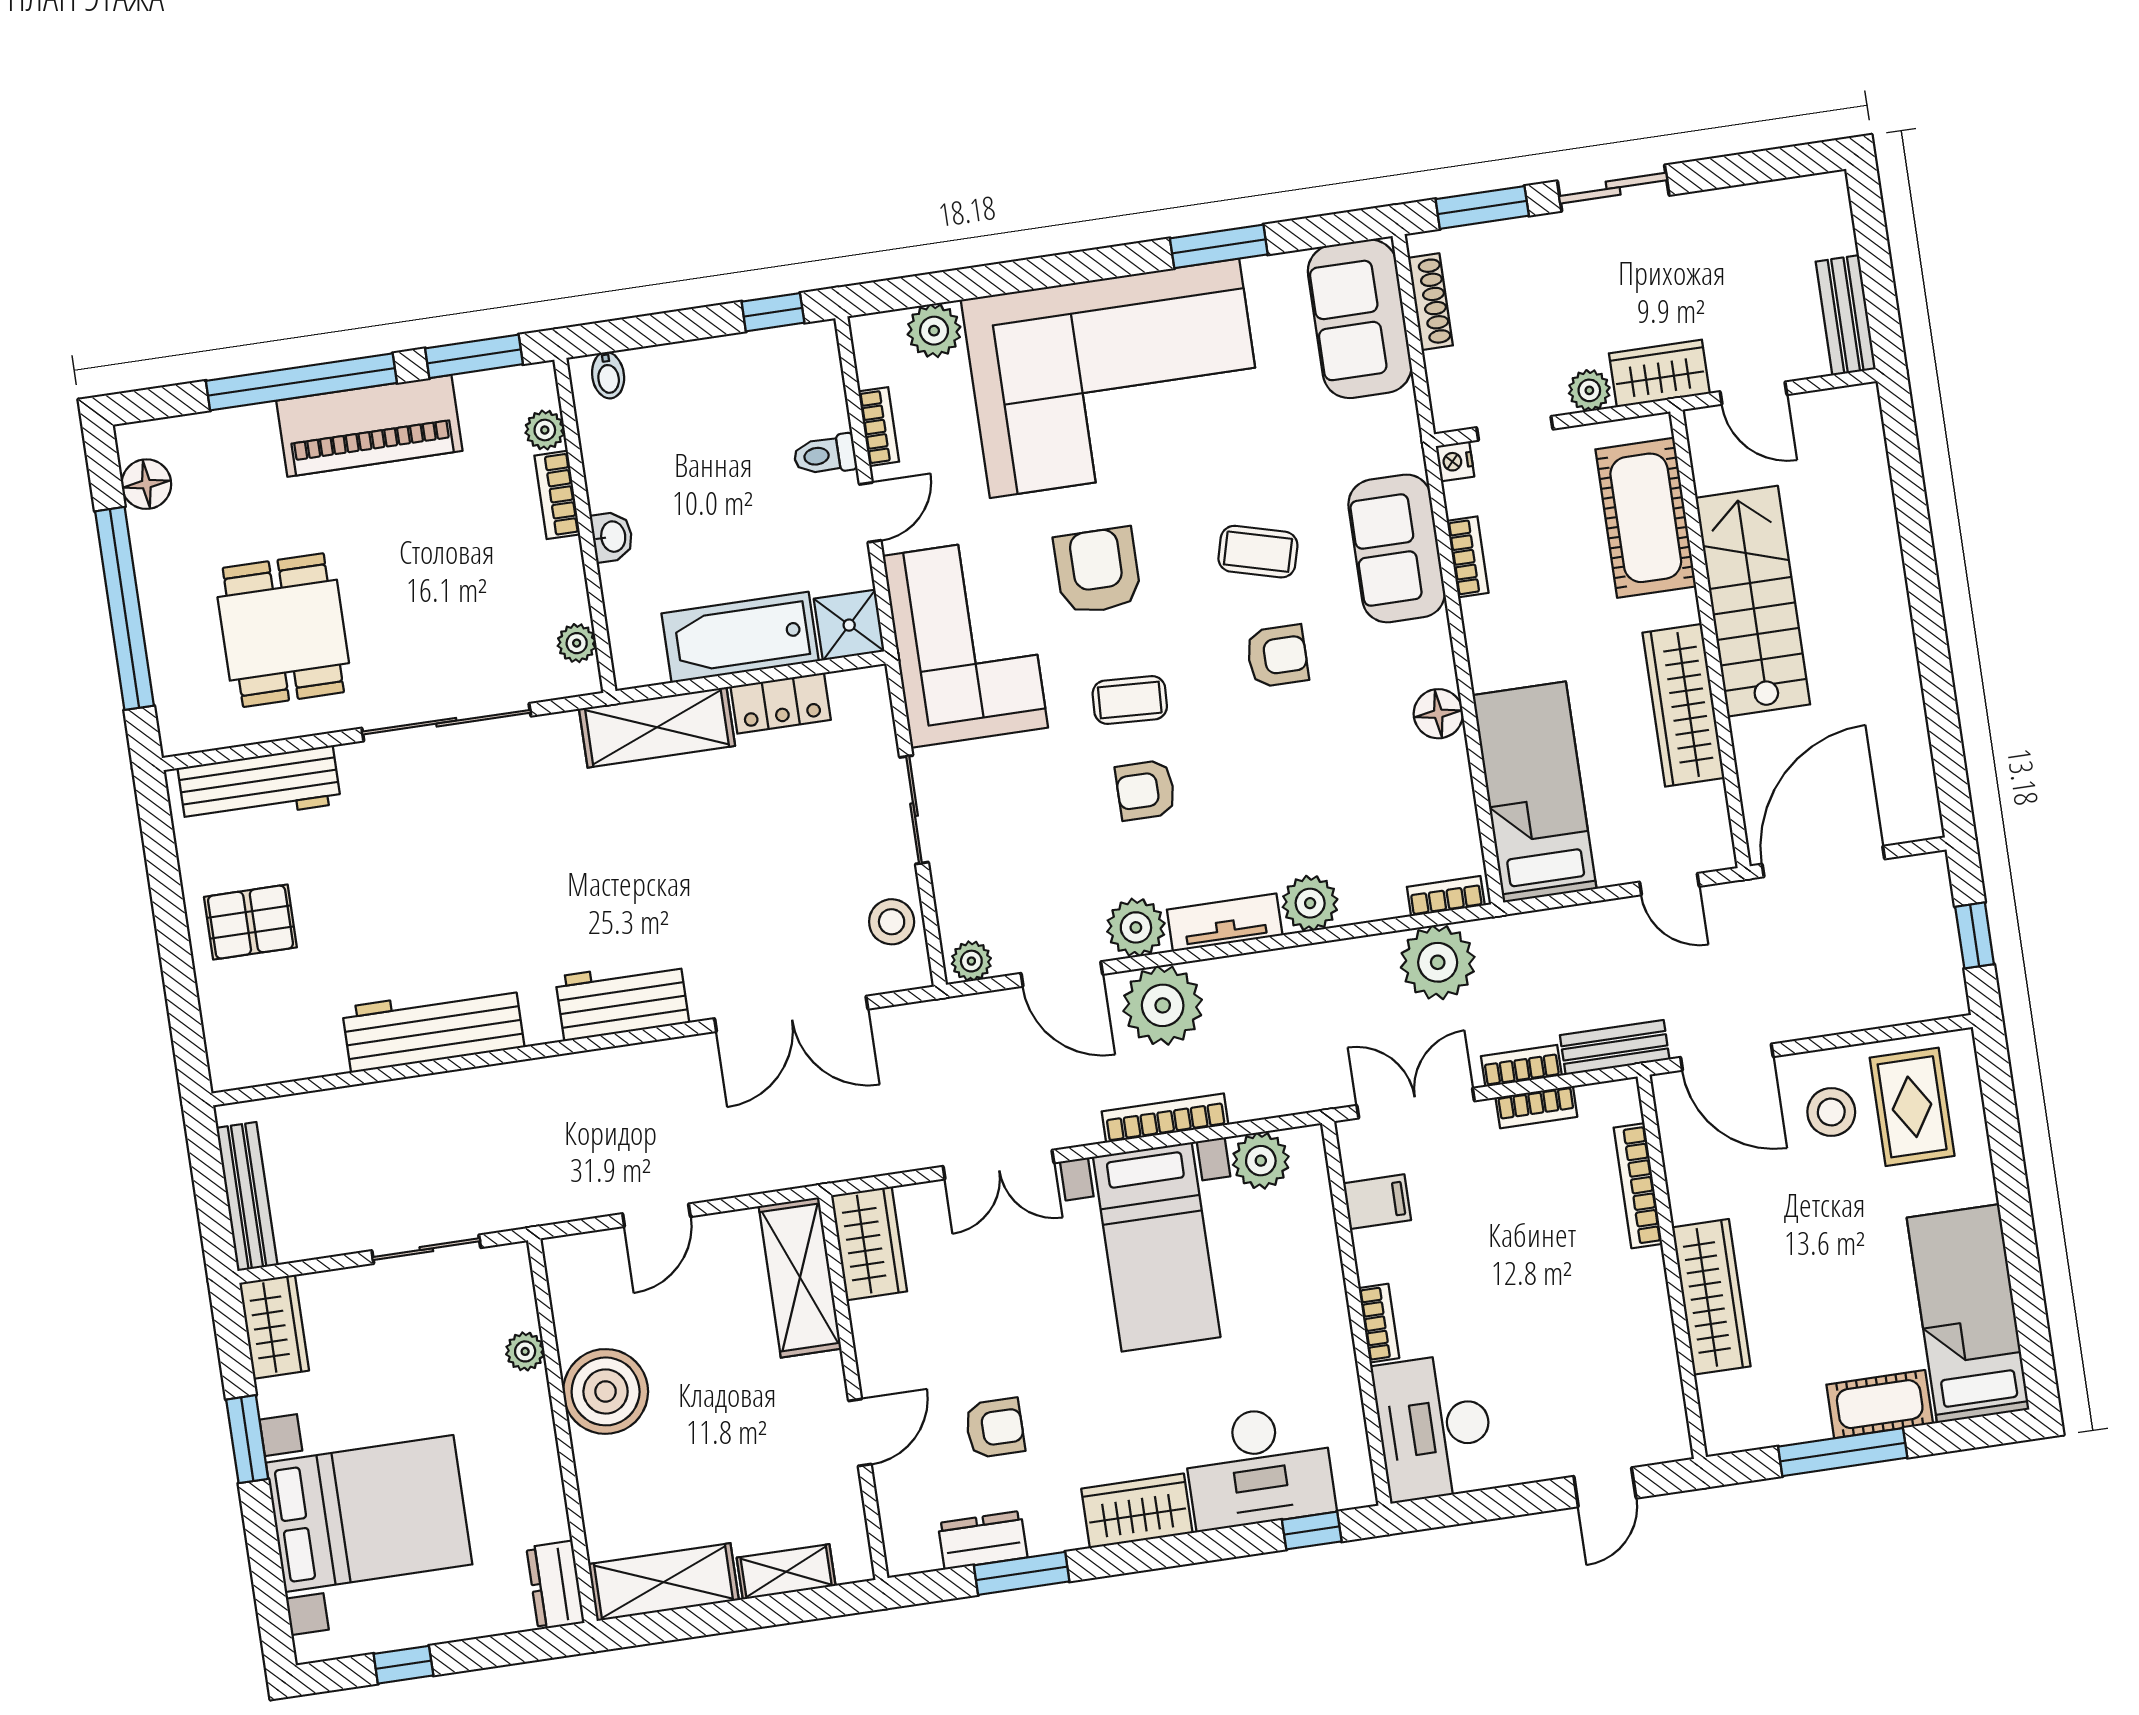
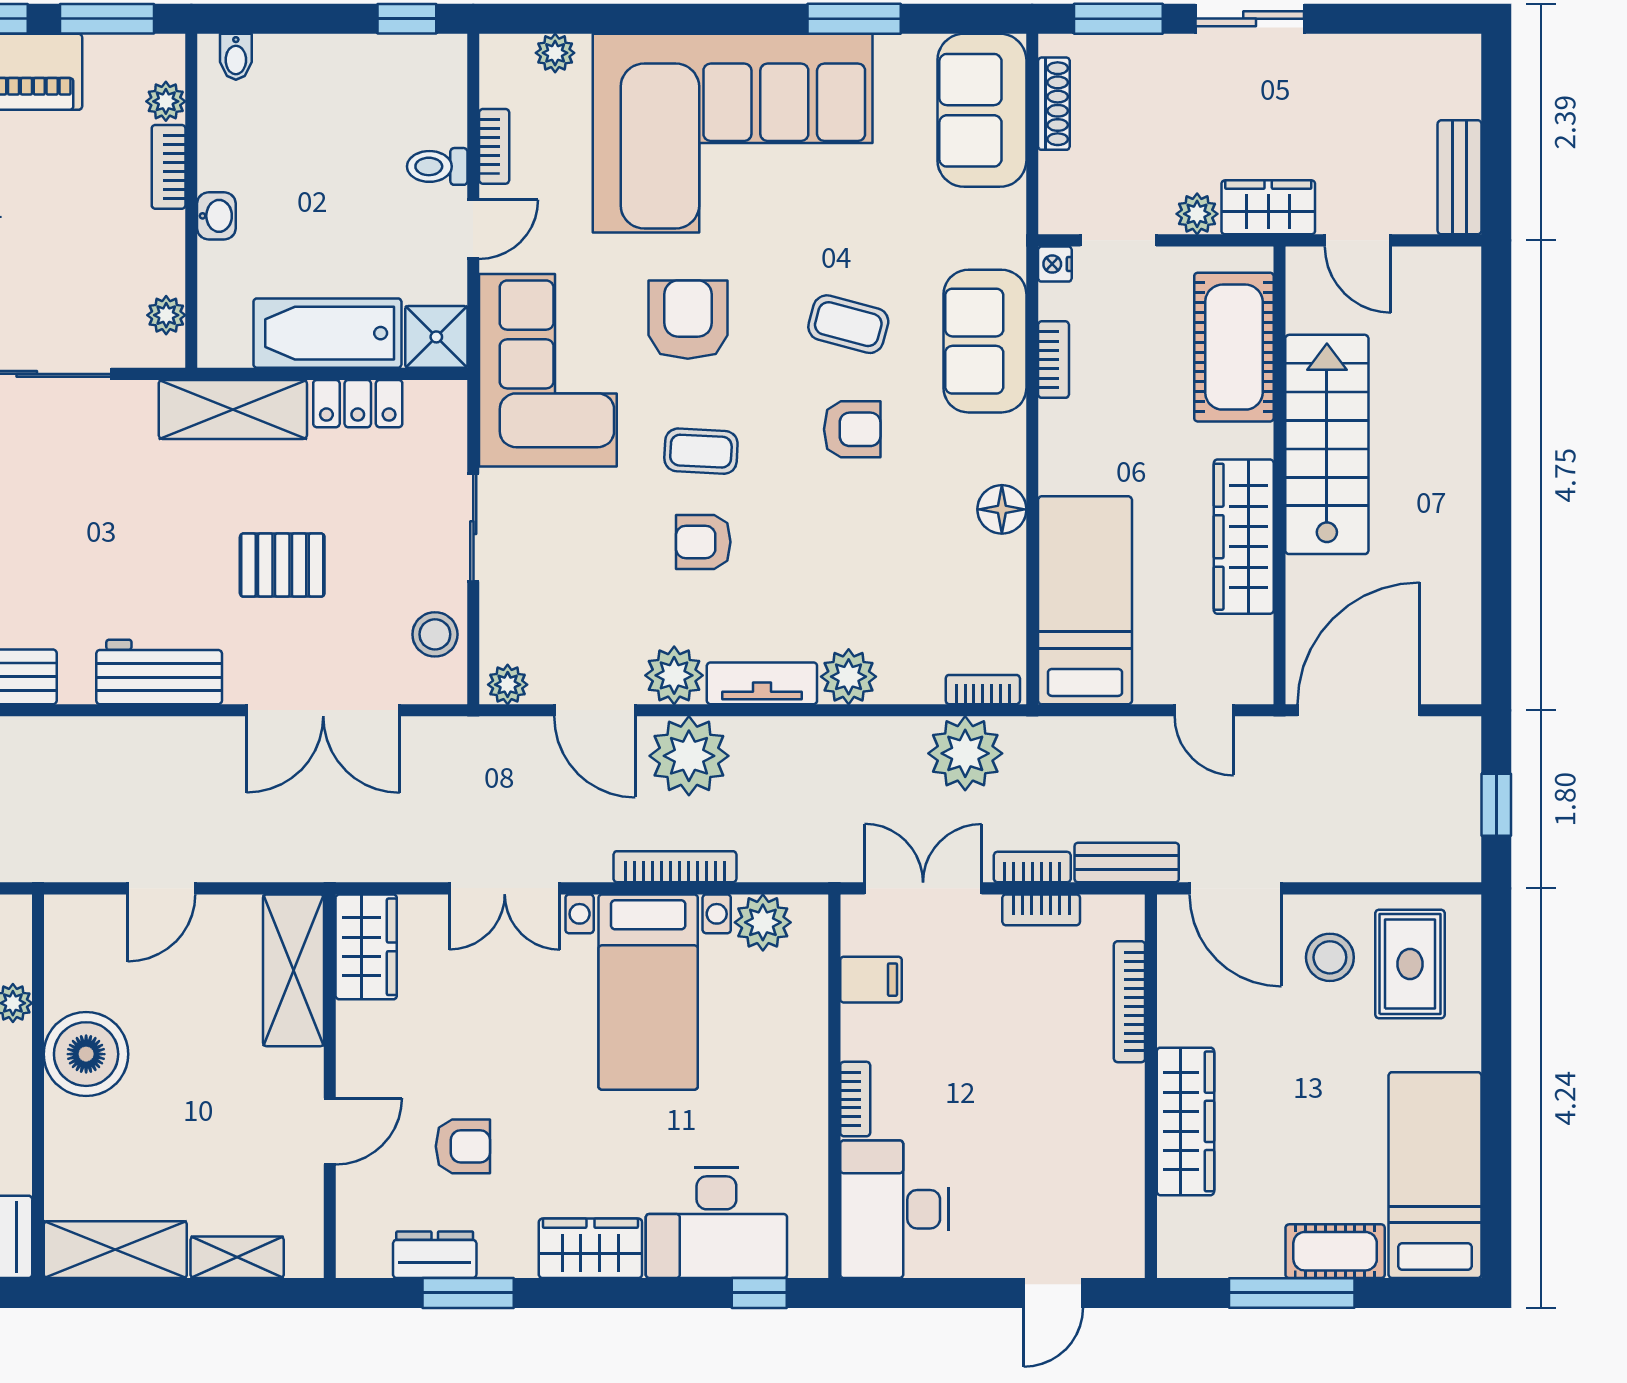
plant: (934, 331) -> (555, 53), width x0.73, depth x0.73
pallet: (729, 875) -> (282, 565), added

